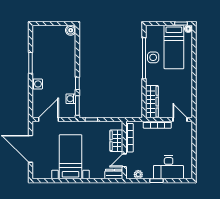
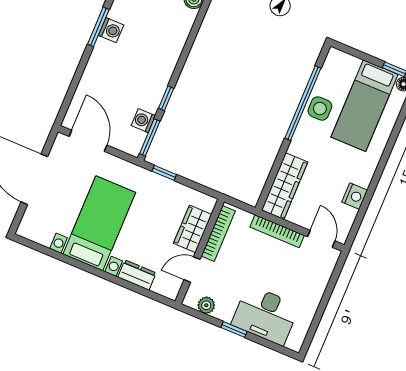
washing machine: (37, 84) -> (111, 30), moved
nightstand: (187, 92) -> (355, 196), added
door: (48, 120) -> (88, 141), hinge flipped
dresser: (114, 174) -> (137, 275), moved

